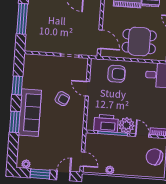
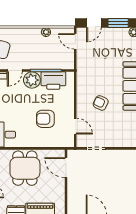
dining table: (139, 41) -> (25, 168), turned 90
armchair: (116, 74) -> (45, 119), moved
door: (87, 89) -> (75, 126), moved
door: (142, 135) -> (15, 71), hinge flipped

